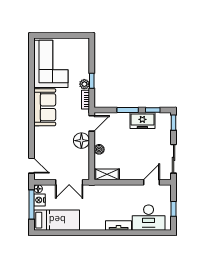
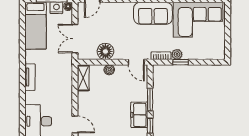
floor lamp: (81, 141) -> (105, 51), moved
tv unit: (119, 225) -> (30, 77), moved

